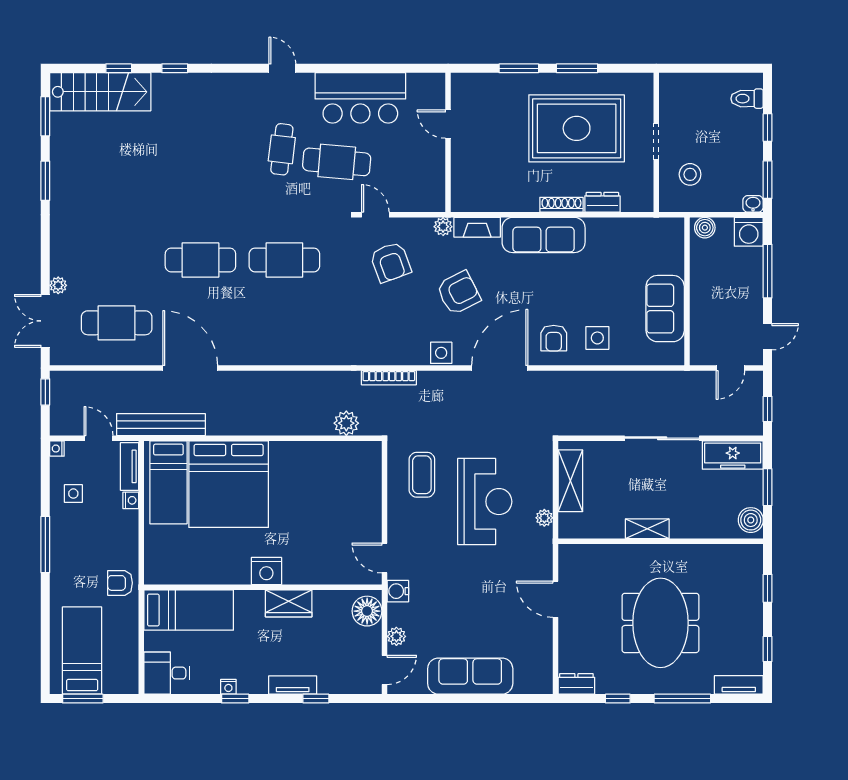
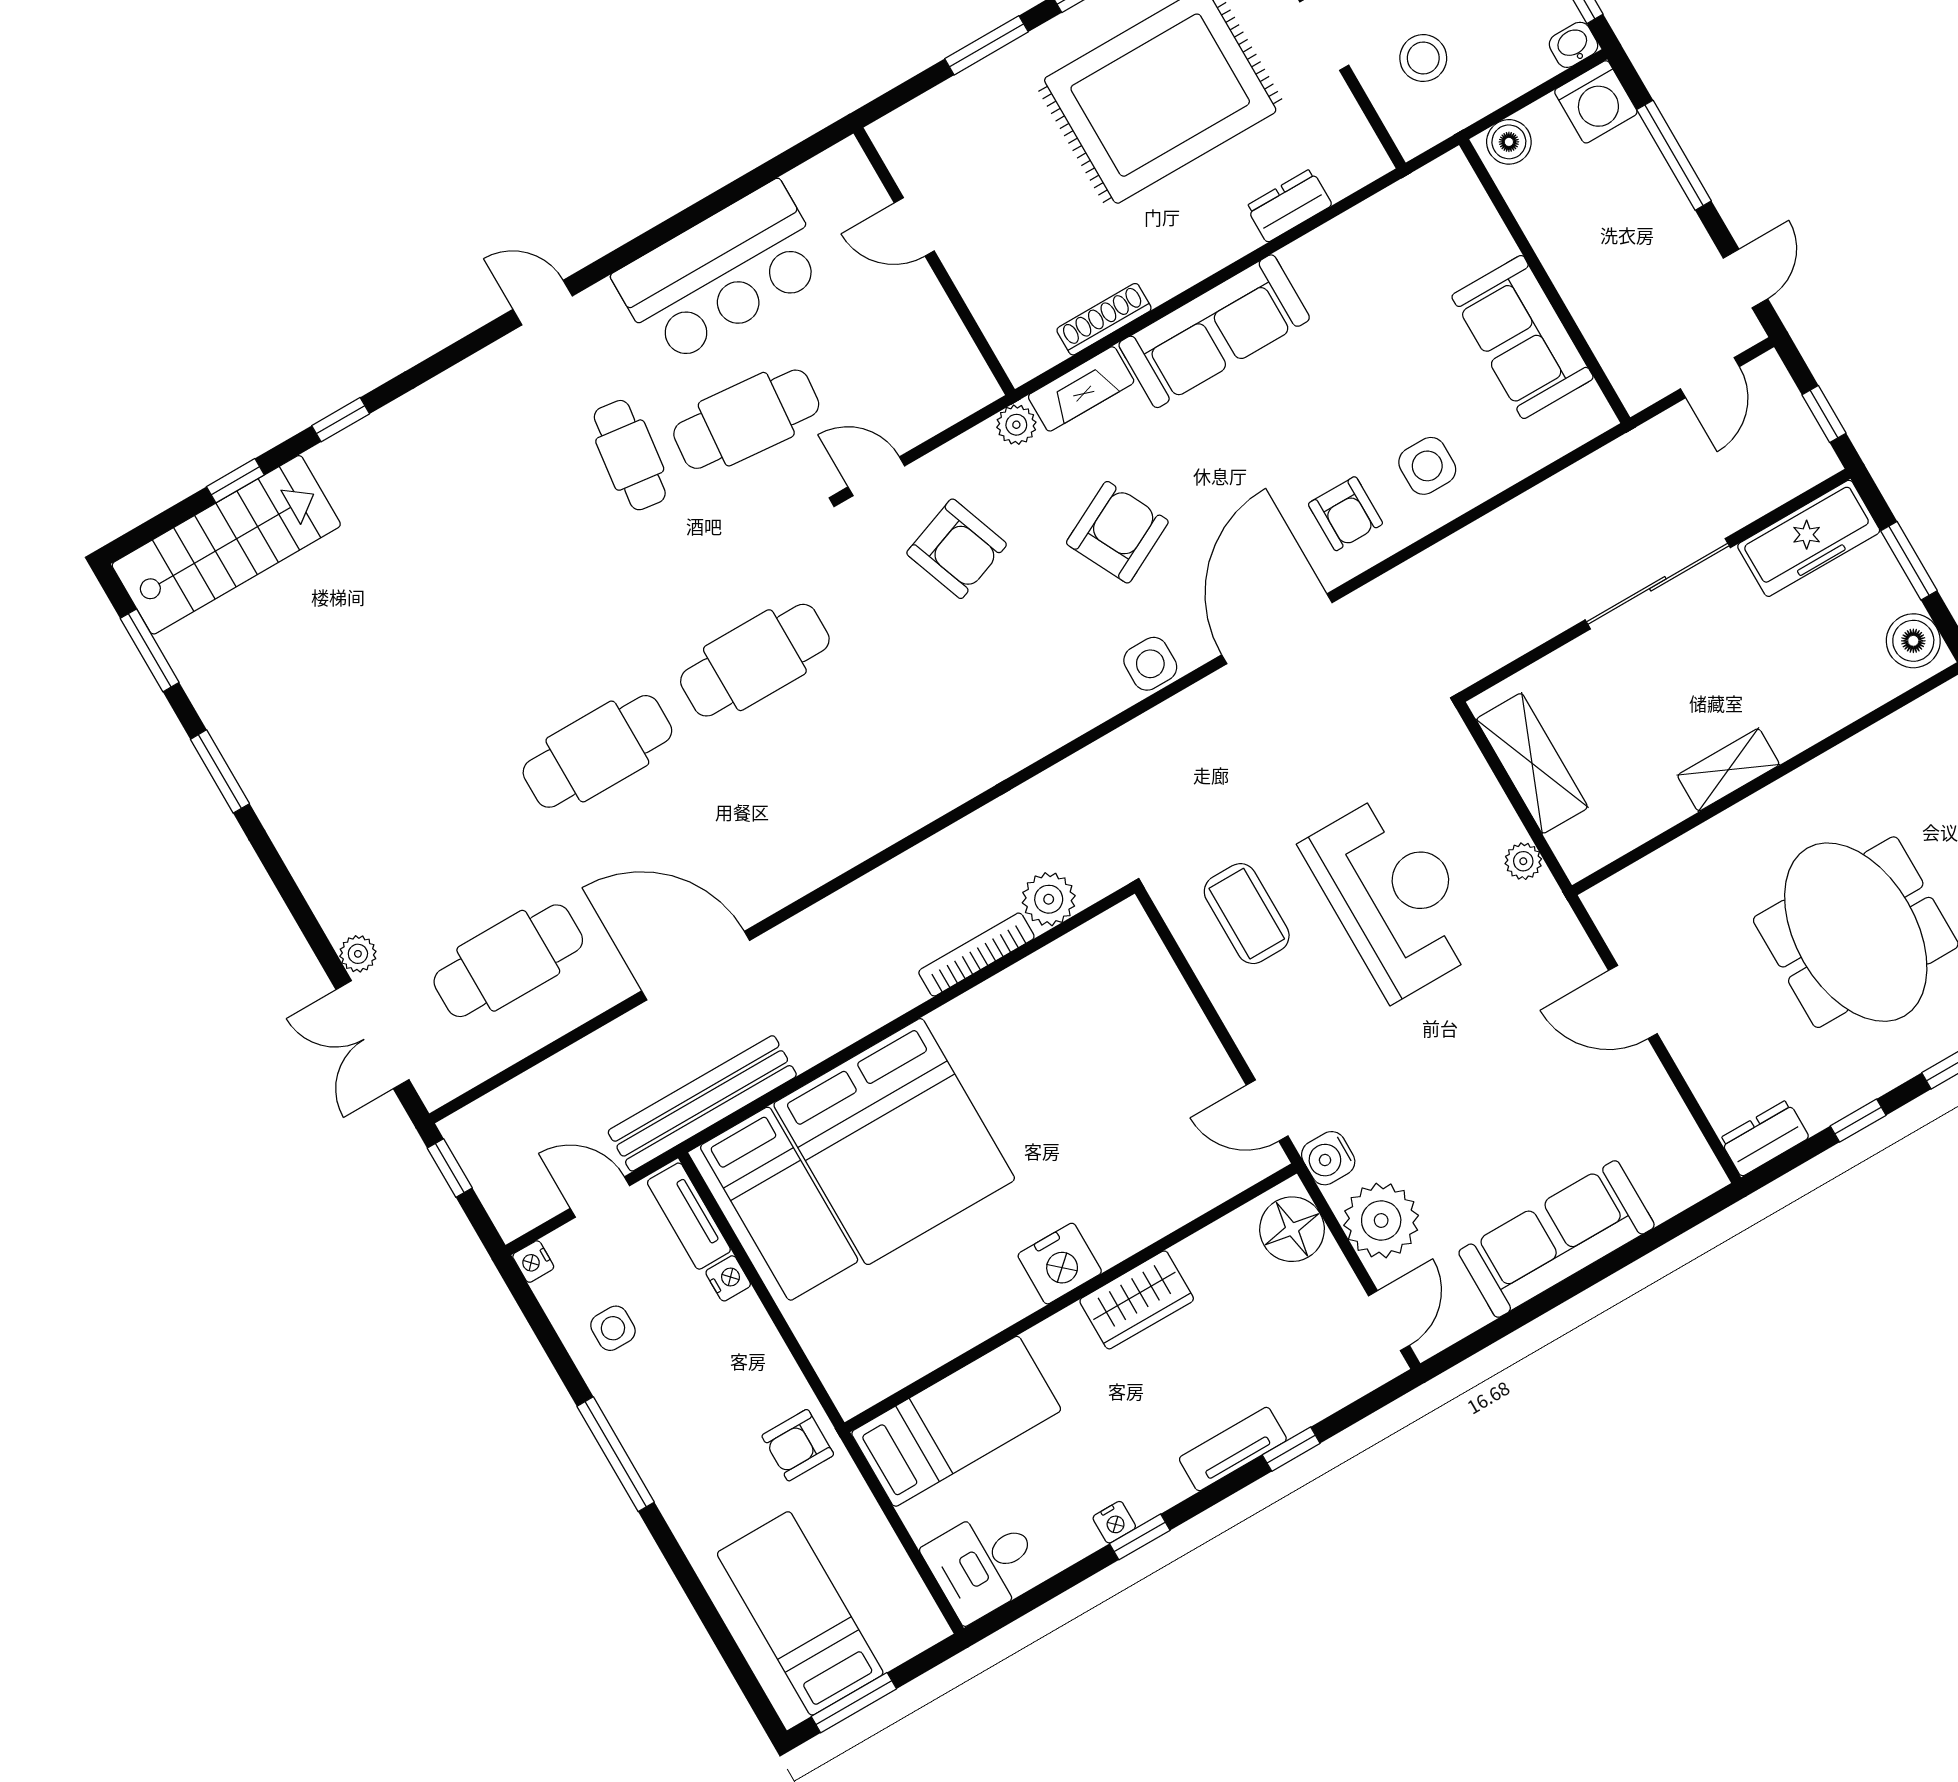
shoe rack: (561, 205) -> (1104, 319), moved
bookcase: (389, 378) -> (976, 955), moved, turned 180
plant: (396, 636) -> (1381, 1220), width x1.88, depth x1.88

